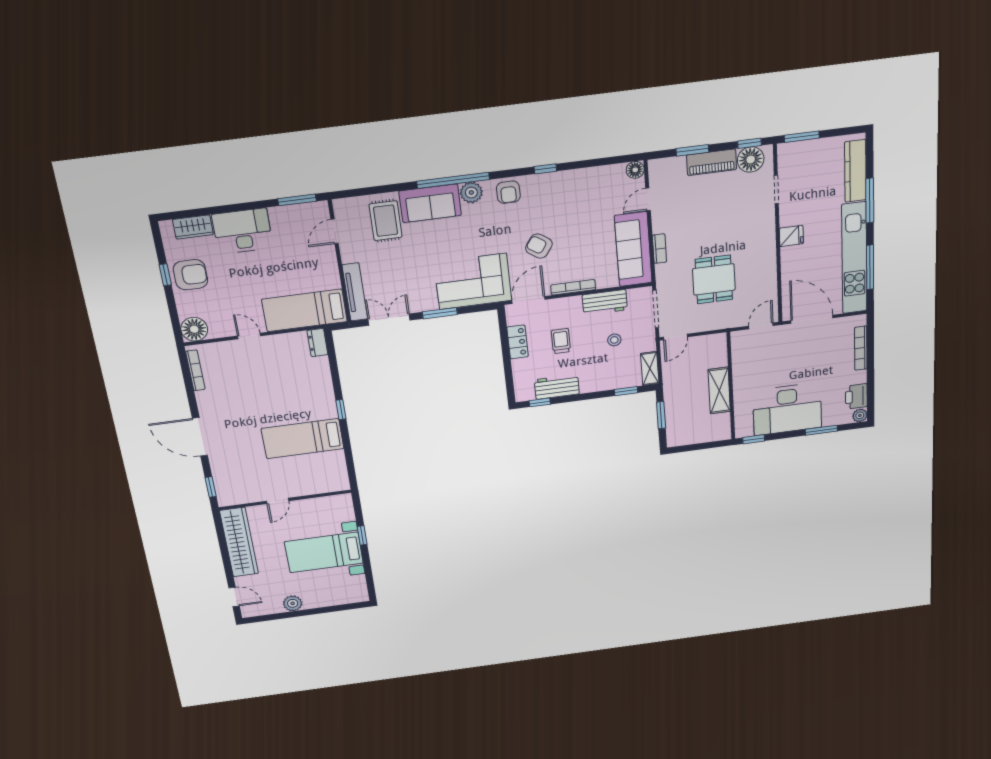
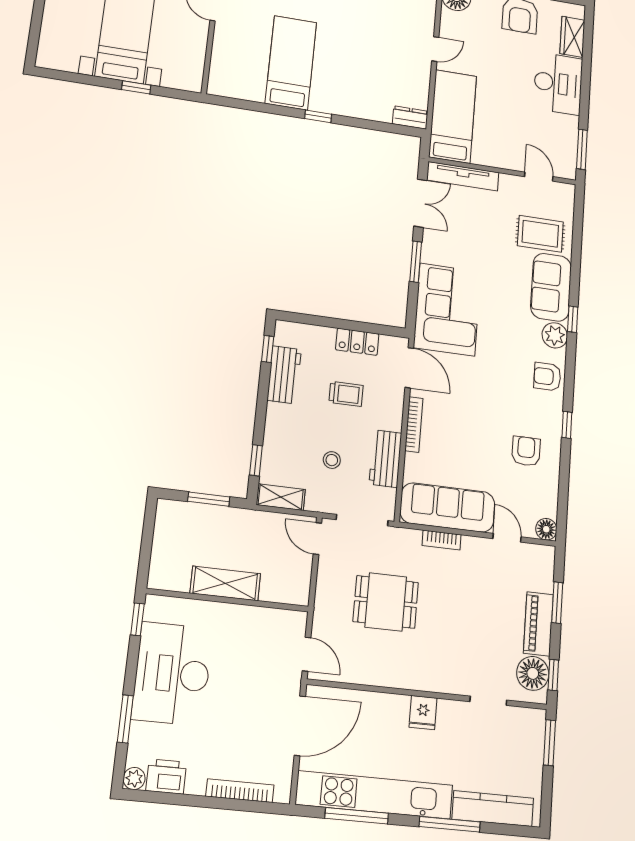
window: (453, 180) -> (573, 319), width x0.32
armchair: (539, 246) -> (526, 451), moved, turned -35

